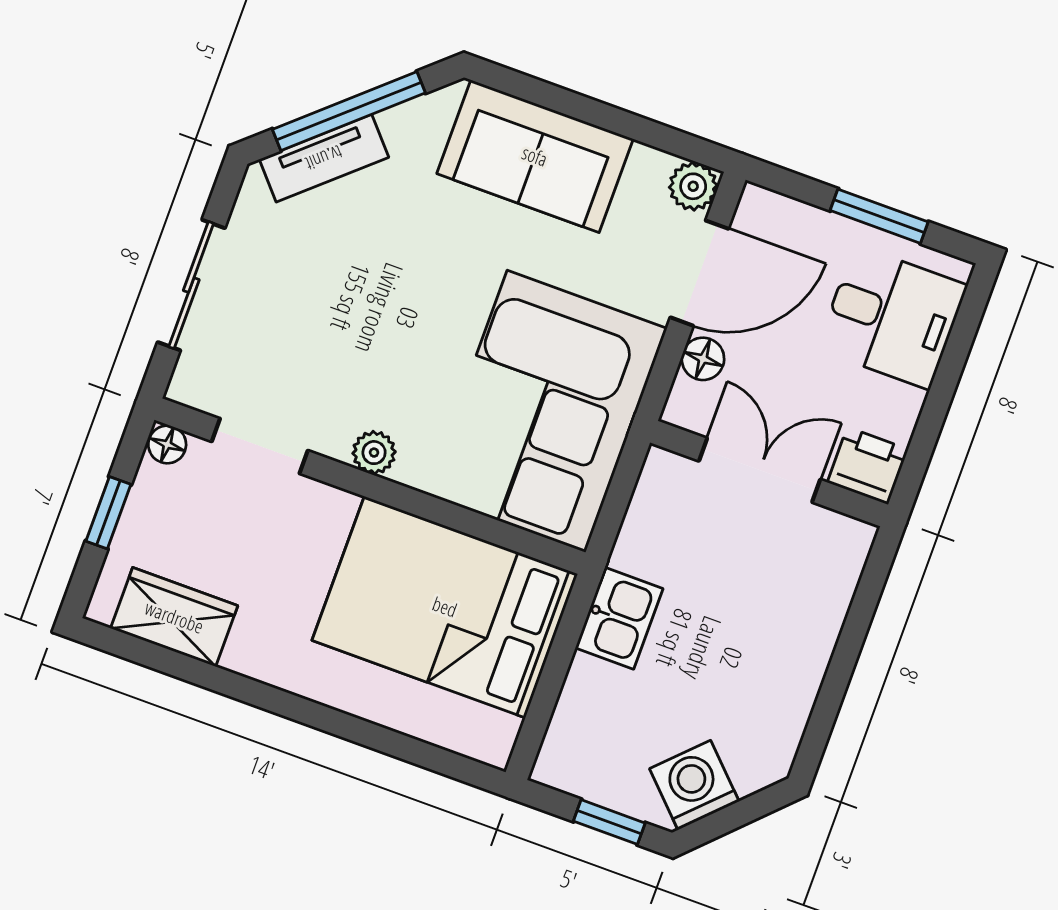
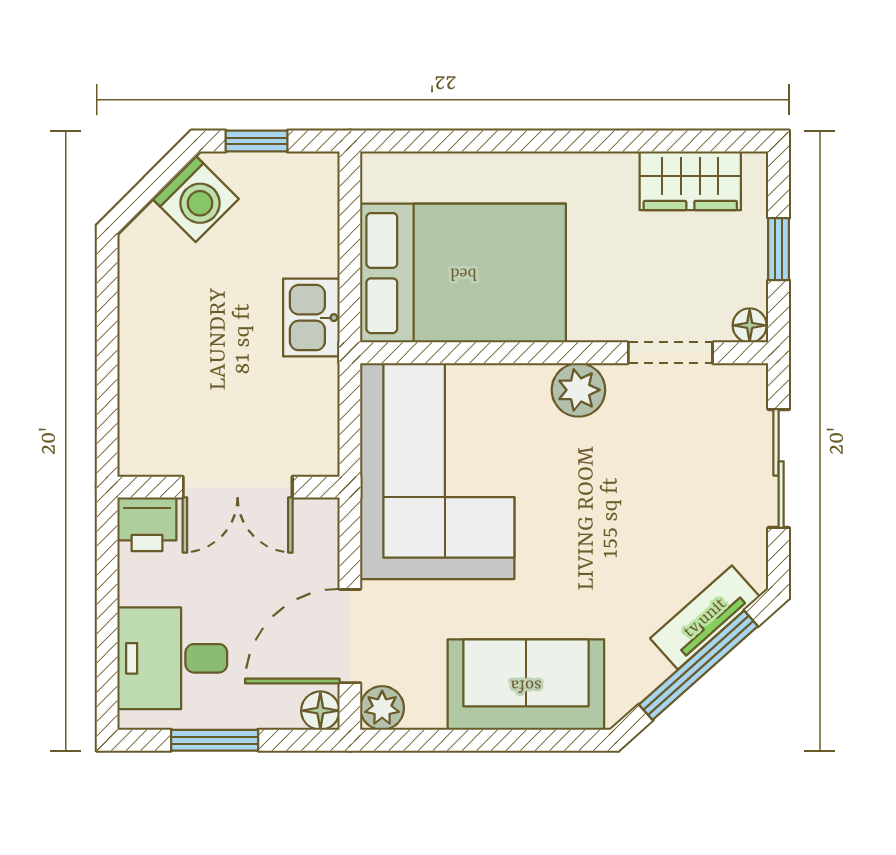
floor lamp: (703, 359) -> (320, 711), moved
plant: (374, 453) -> (578, 390), width x1.38, depth x1.38

